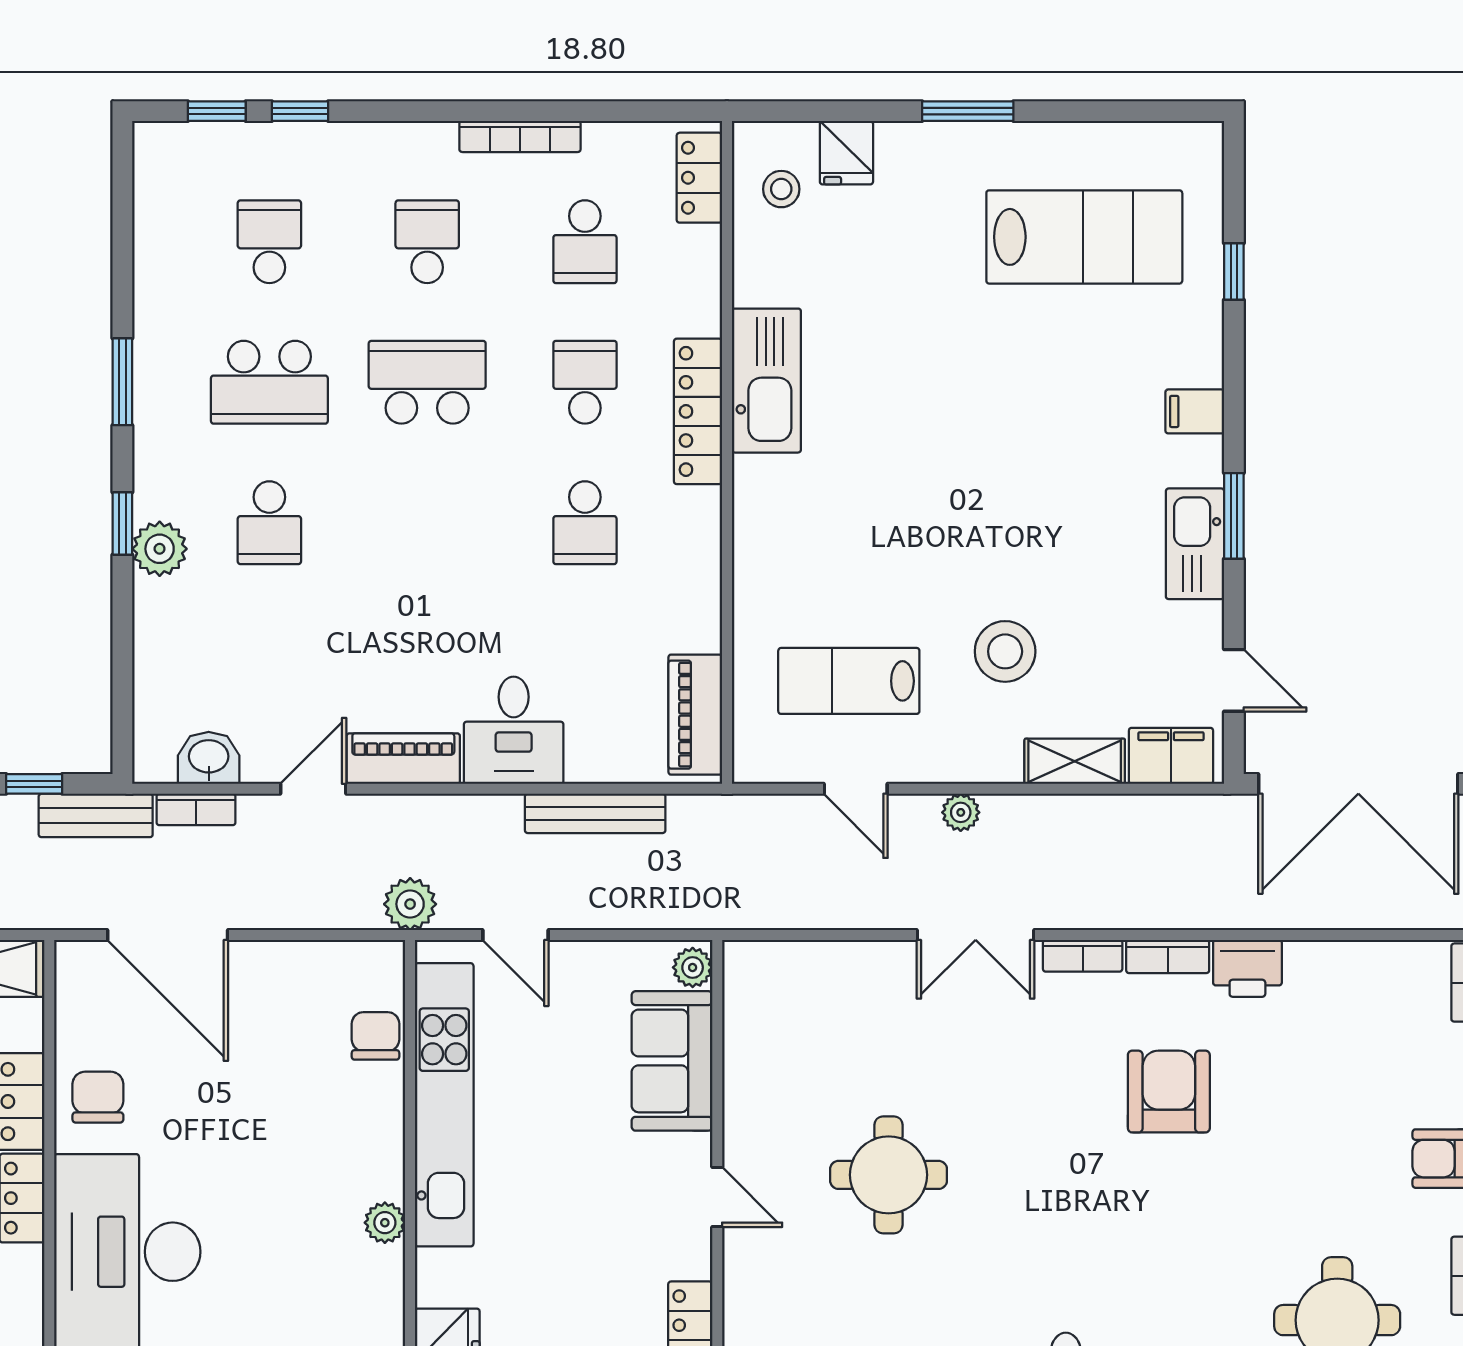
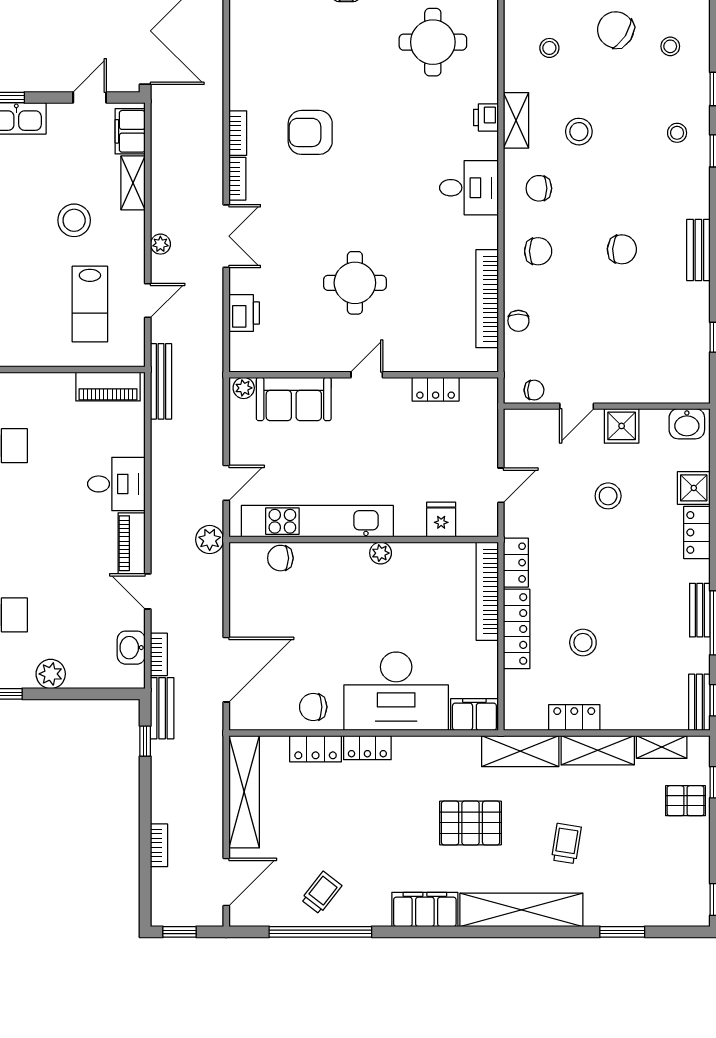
plant: (160, 549) -> (51, 674), moved
bench: (595, 813) -> (161, 381), moved
printer: (1247, 968) -> (244, 313), moved

